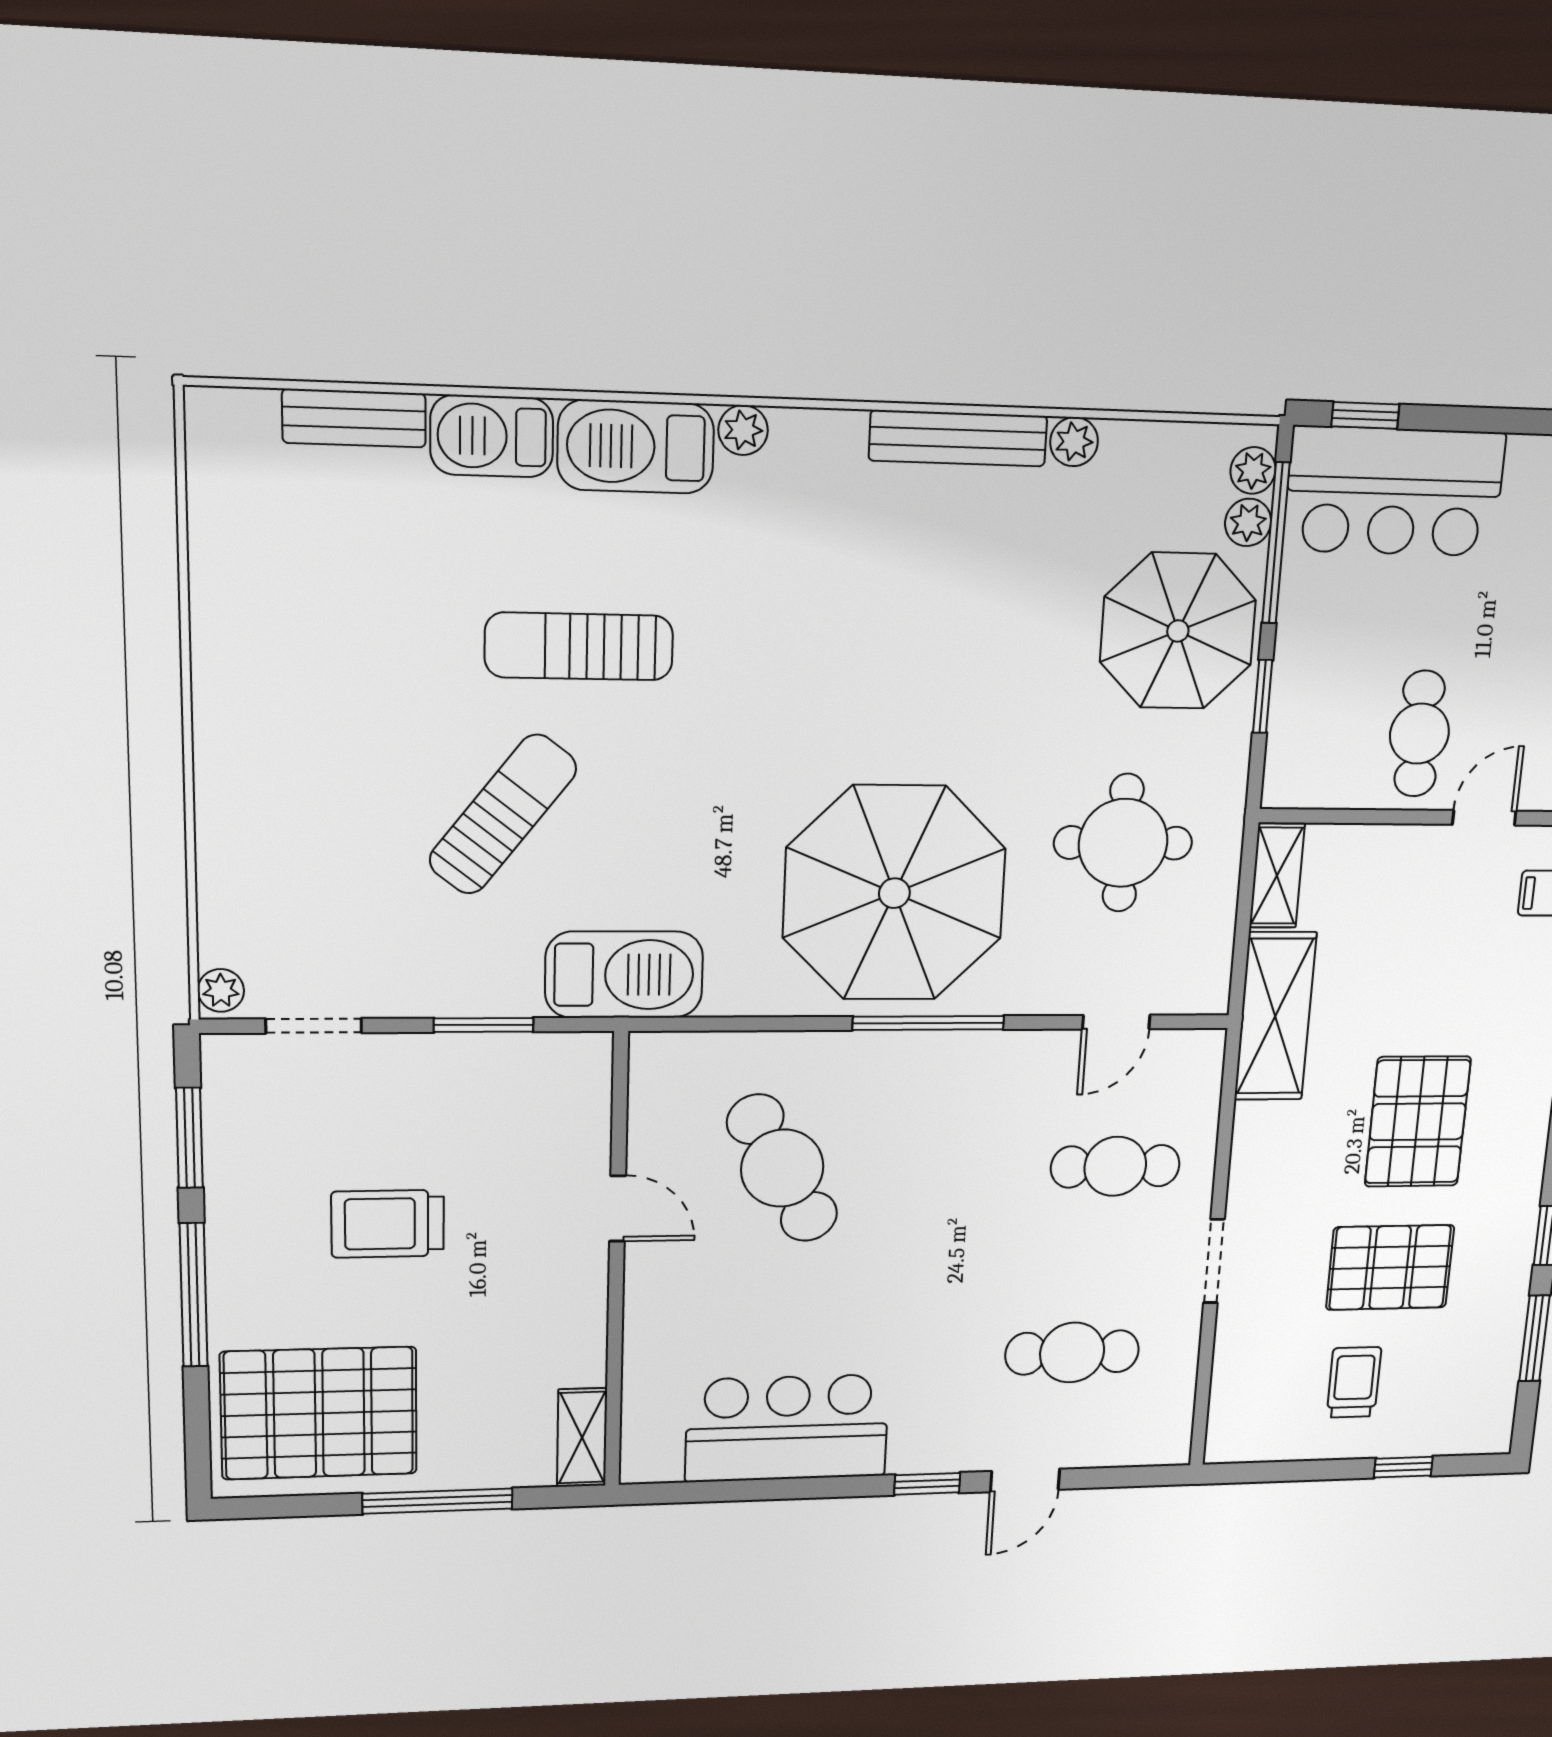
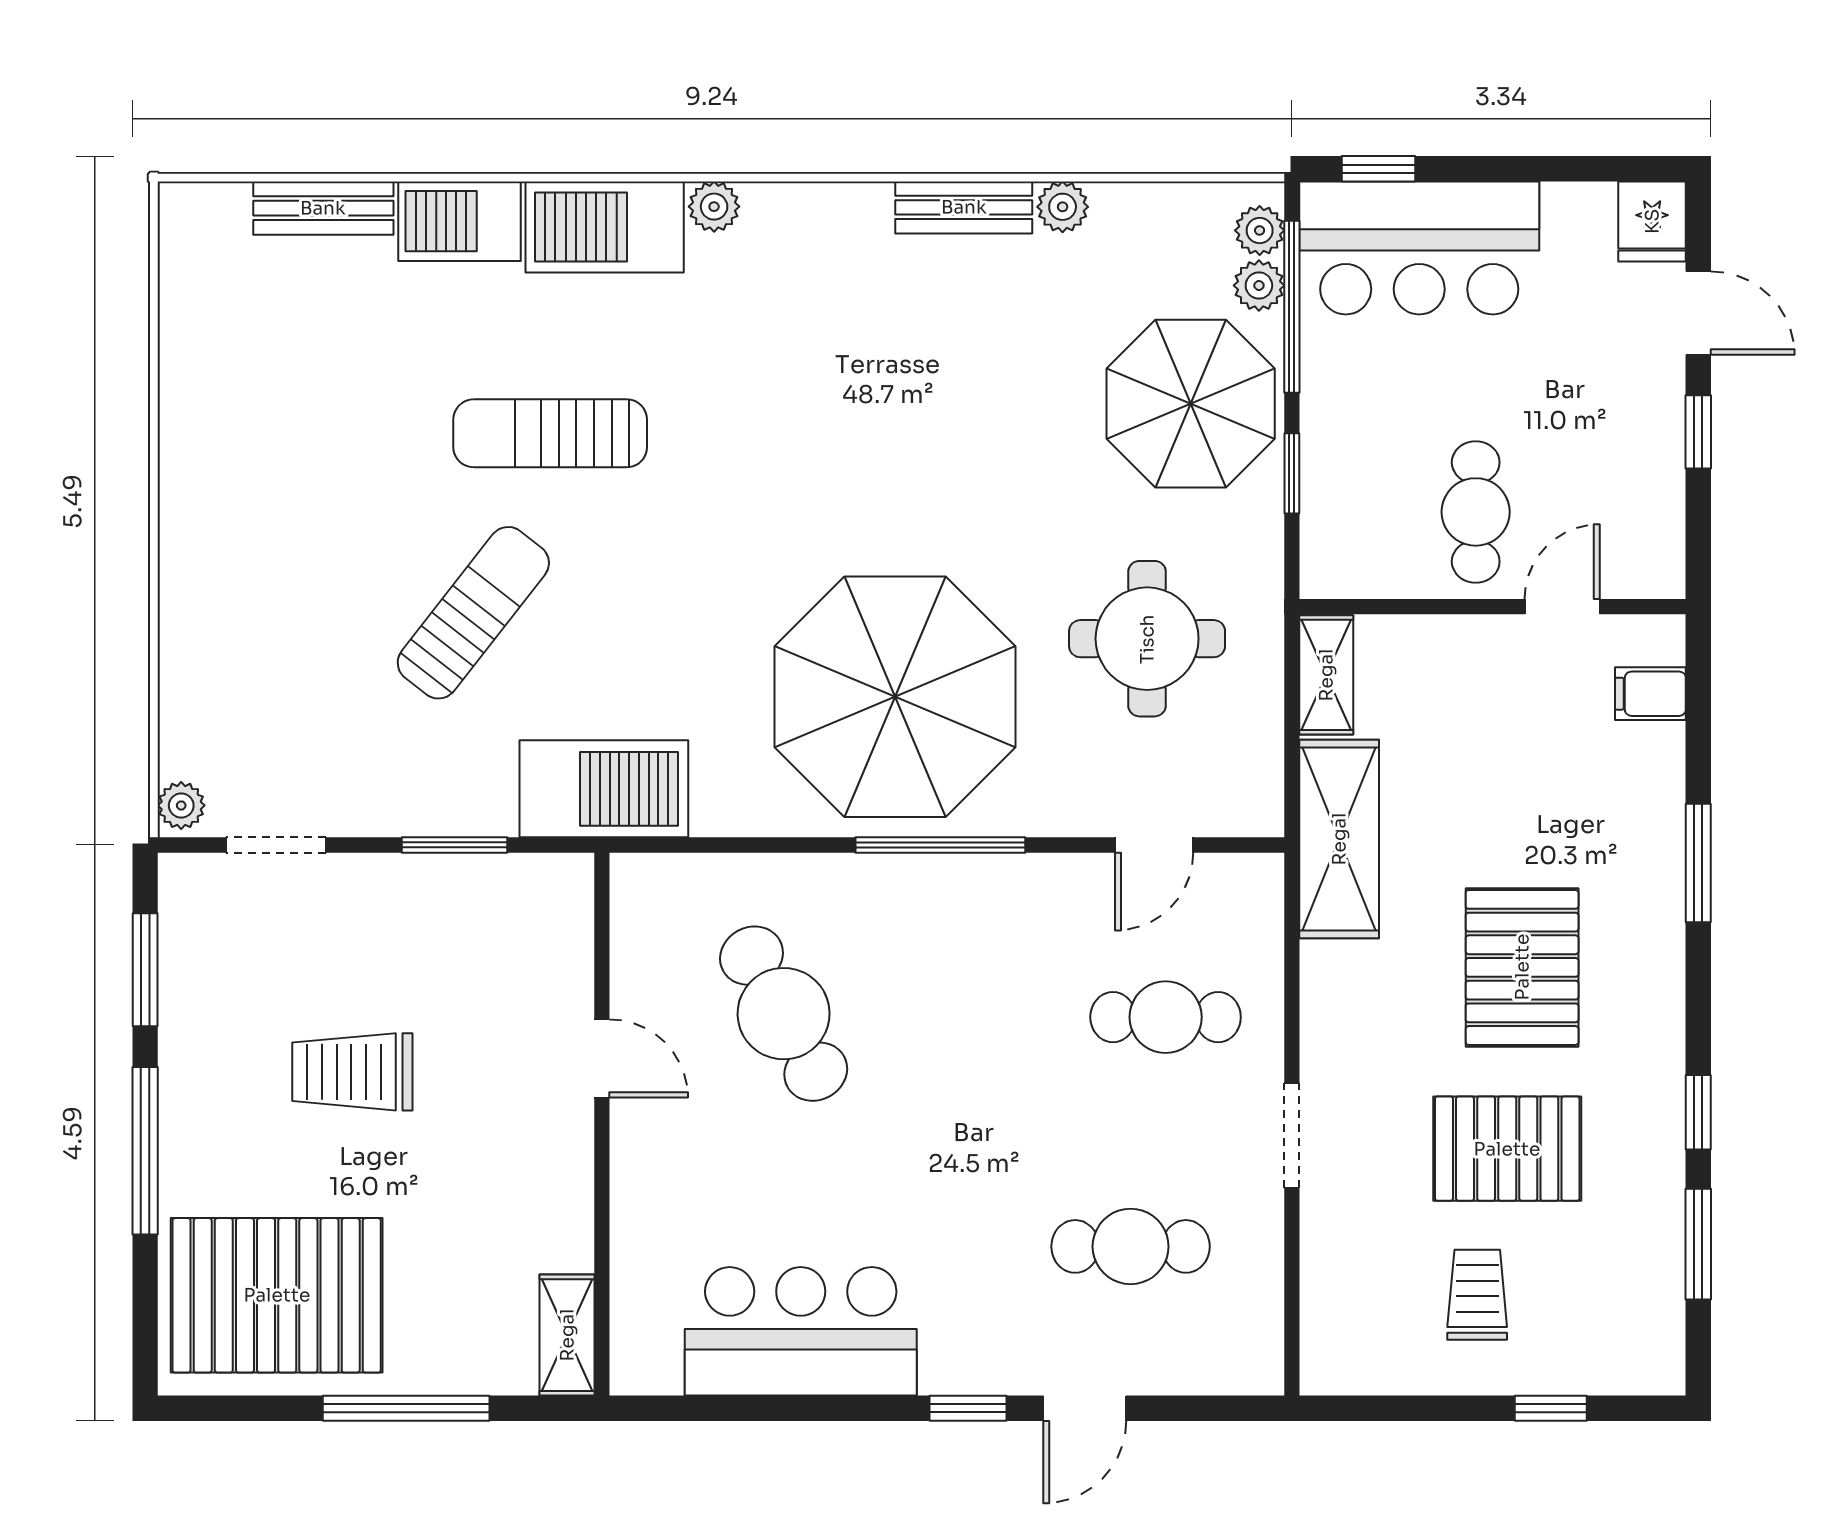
bench: (958, 438) -> (964, 207), width x0.73

